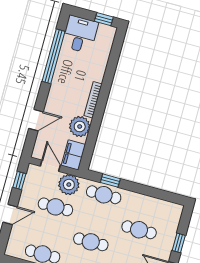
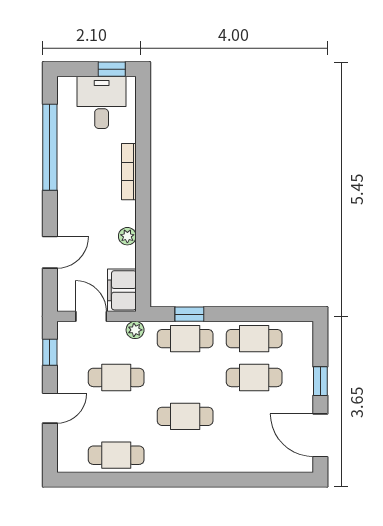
desk: (80, 34) -> (102, 102), moved
bookcase: (93, 100) -> (129, 172), moved
plant: (80, 126) -> (127, 236), width x0.53, depth x0.53
plant: (69, 185) -> (135, 330), width x0.53, depth x0.53
cafe table: (145, 206) -> (254, 339), added

